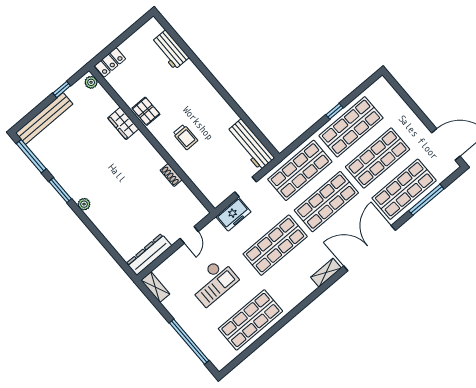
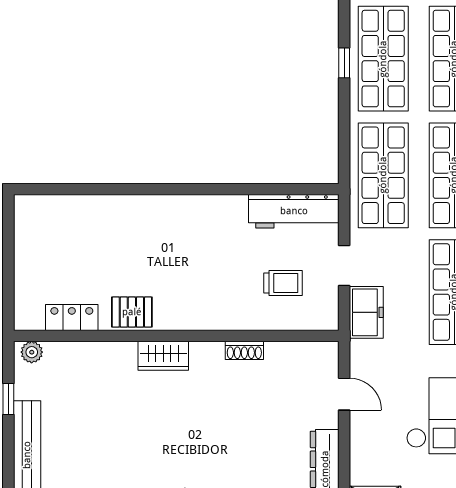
workbench: (170, 50) -> (78, 211), removed
locker: (110, 62) -> (72, 318), moved, turned -90
wardrobe: (123, 123) -> (163, 356), moved
trolley: (185, 137) -> (283, 283), moved

